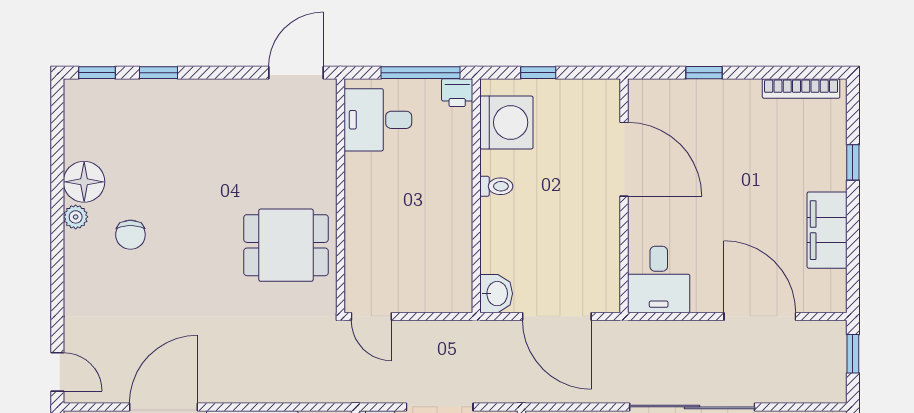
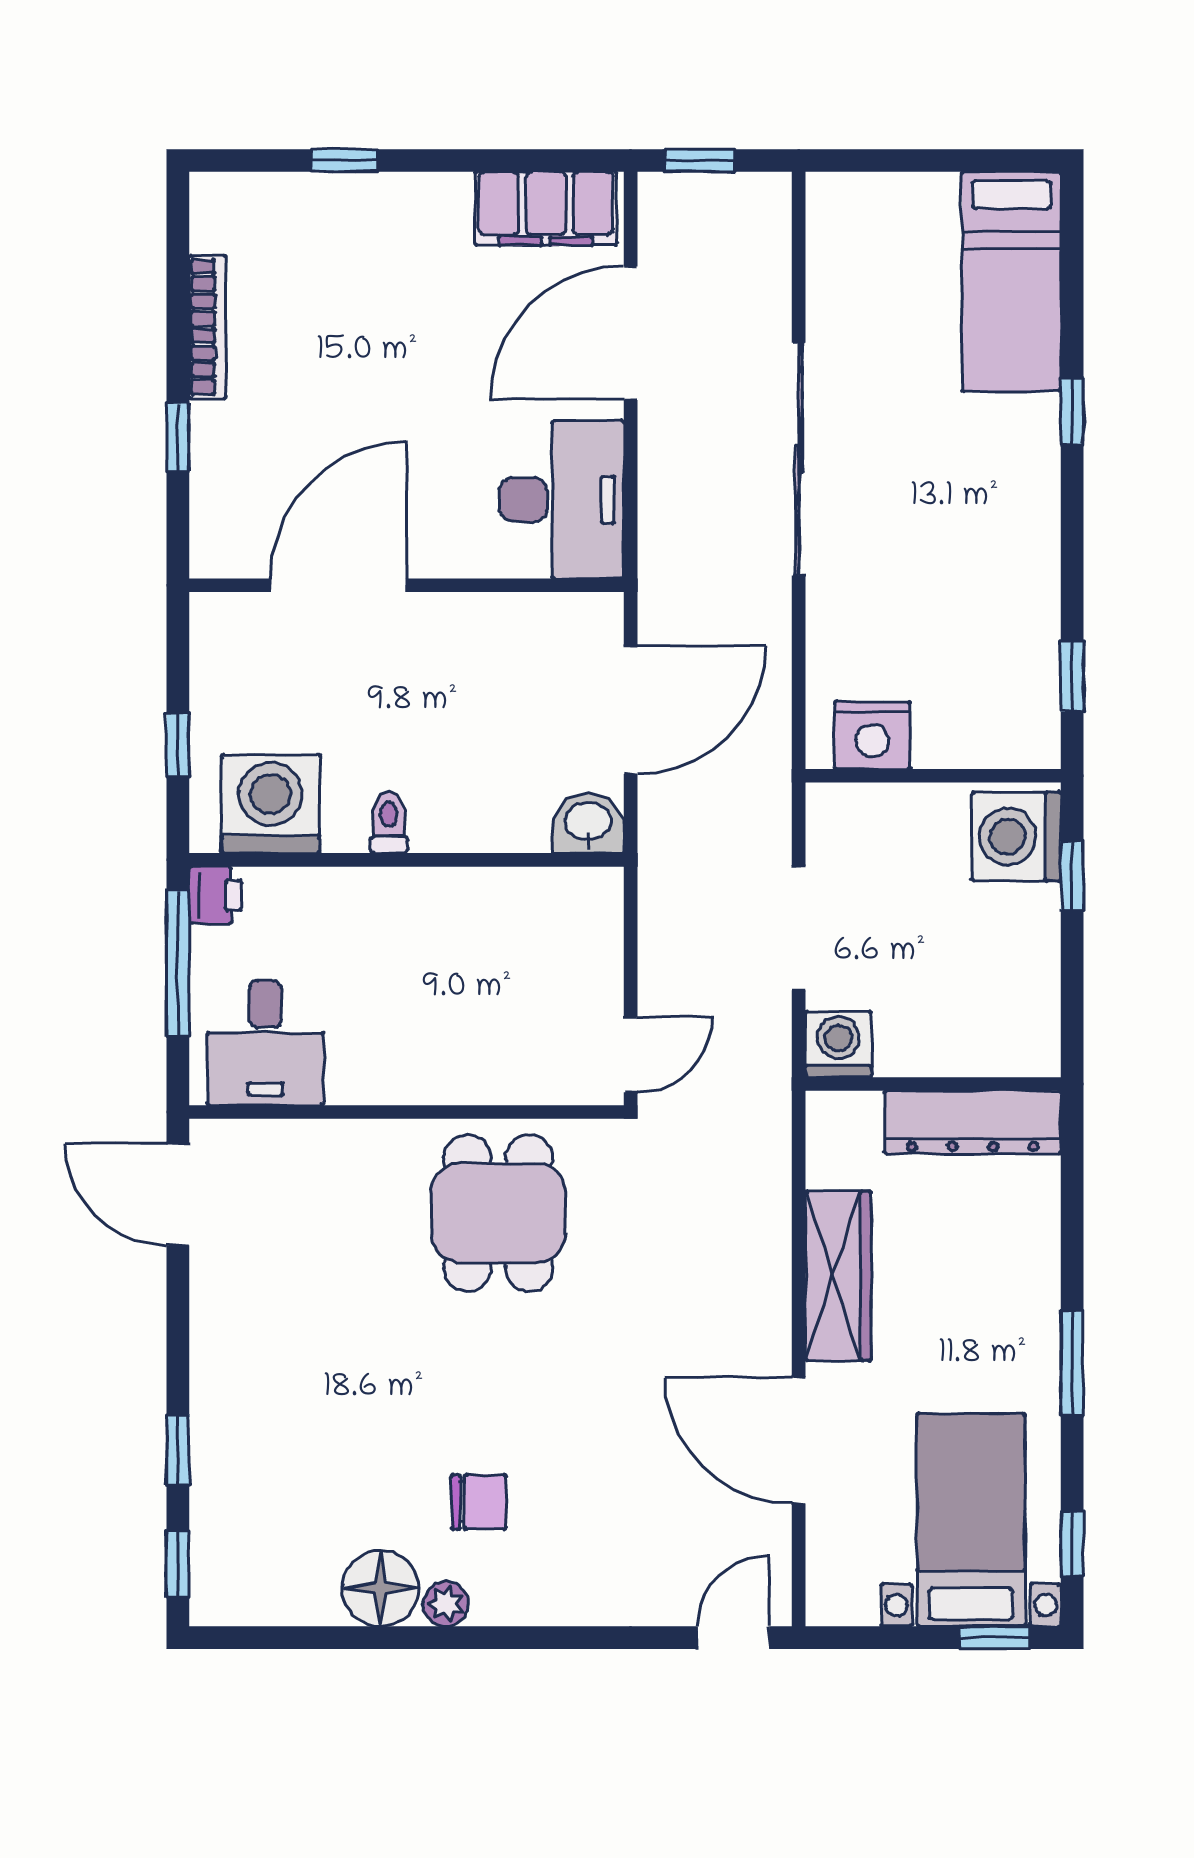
bookcase: (801, 89) -> (207, 327), moved
filing cabinet: (827, 230) -> (546, 208), moved
desk: (659, 279) -> (562, 500), width x1.37

